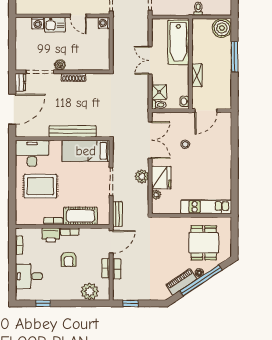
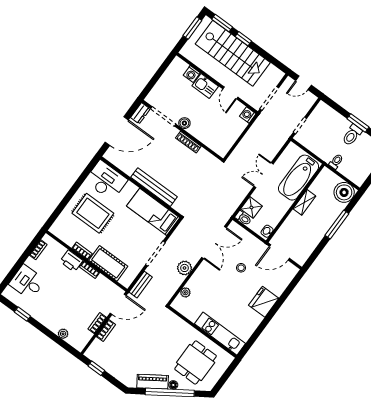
shelving: (197, 75) -> (304, 202), moved
fridge: (161, 178) -> (264, 302), moved, turned 180
armchair: (69, 259) -> (71, 293), removed
plant: (90, 291) -> (63, 334), width x0.53, depth x0.53

